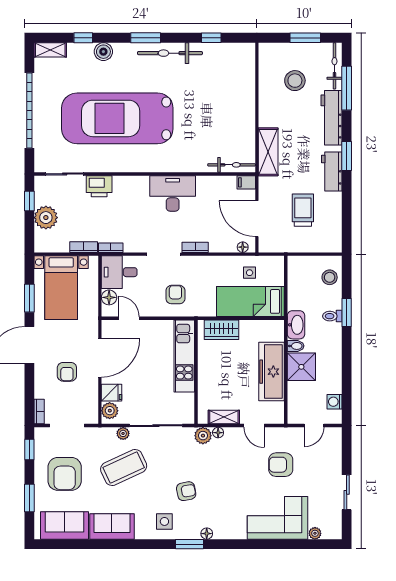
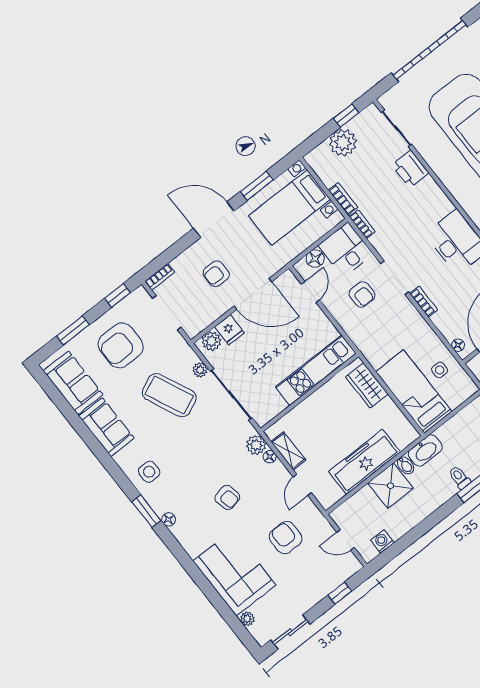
armchair: (175, 295) -> (362, 294), moved, turned 90
window: (347, 458) -> (340, 593), added
armchair: (186, 491) -> (227, 498), moved
sliding door: (347, 492) -> (290, 632), moved

